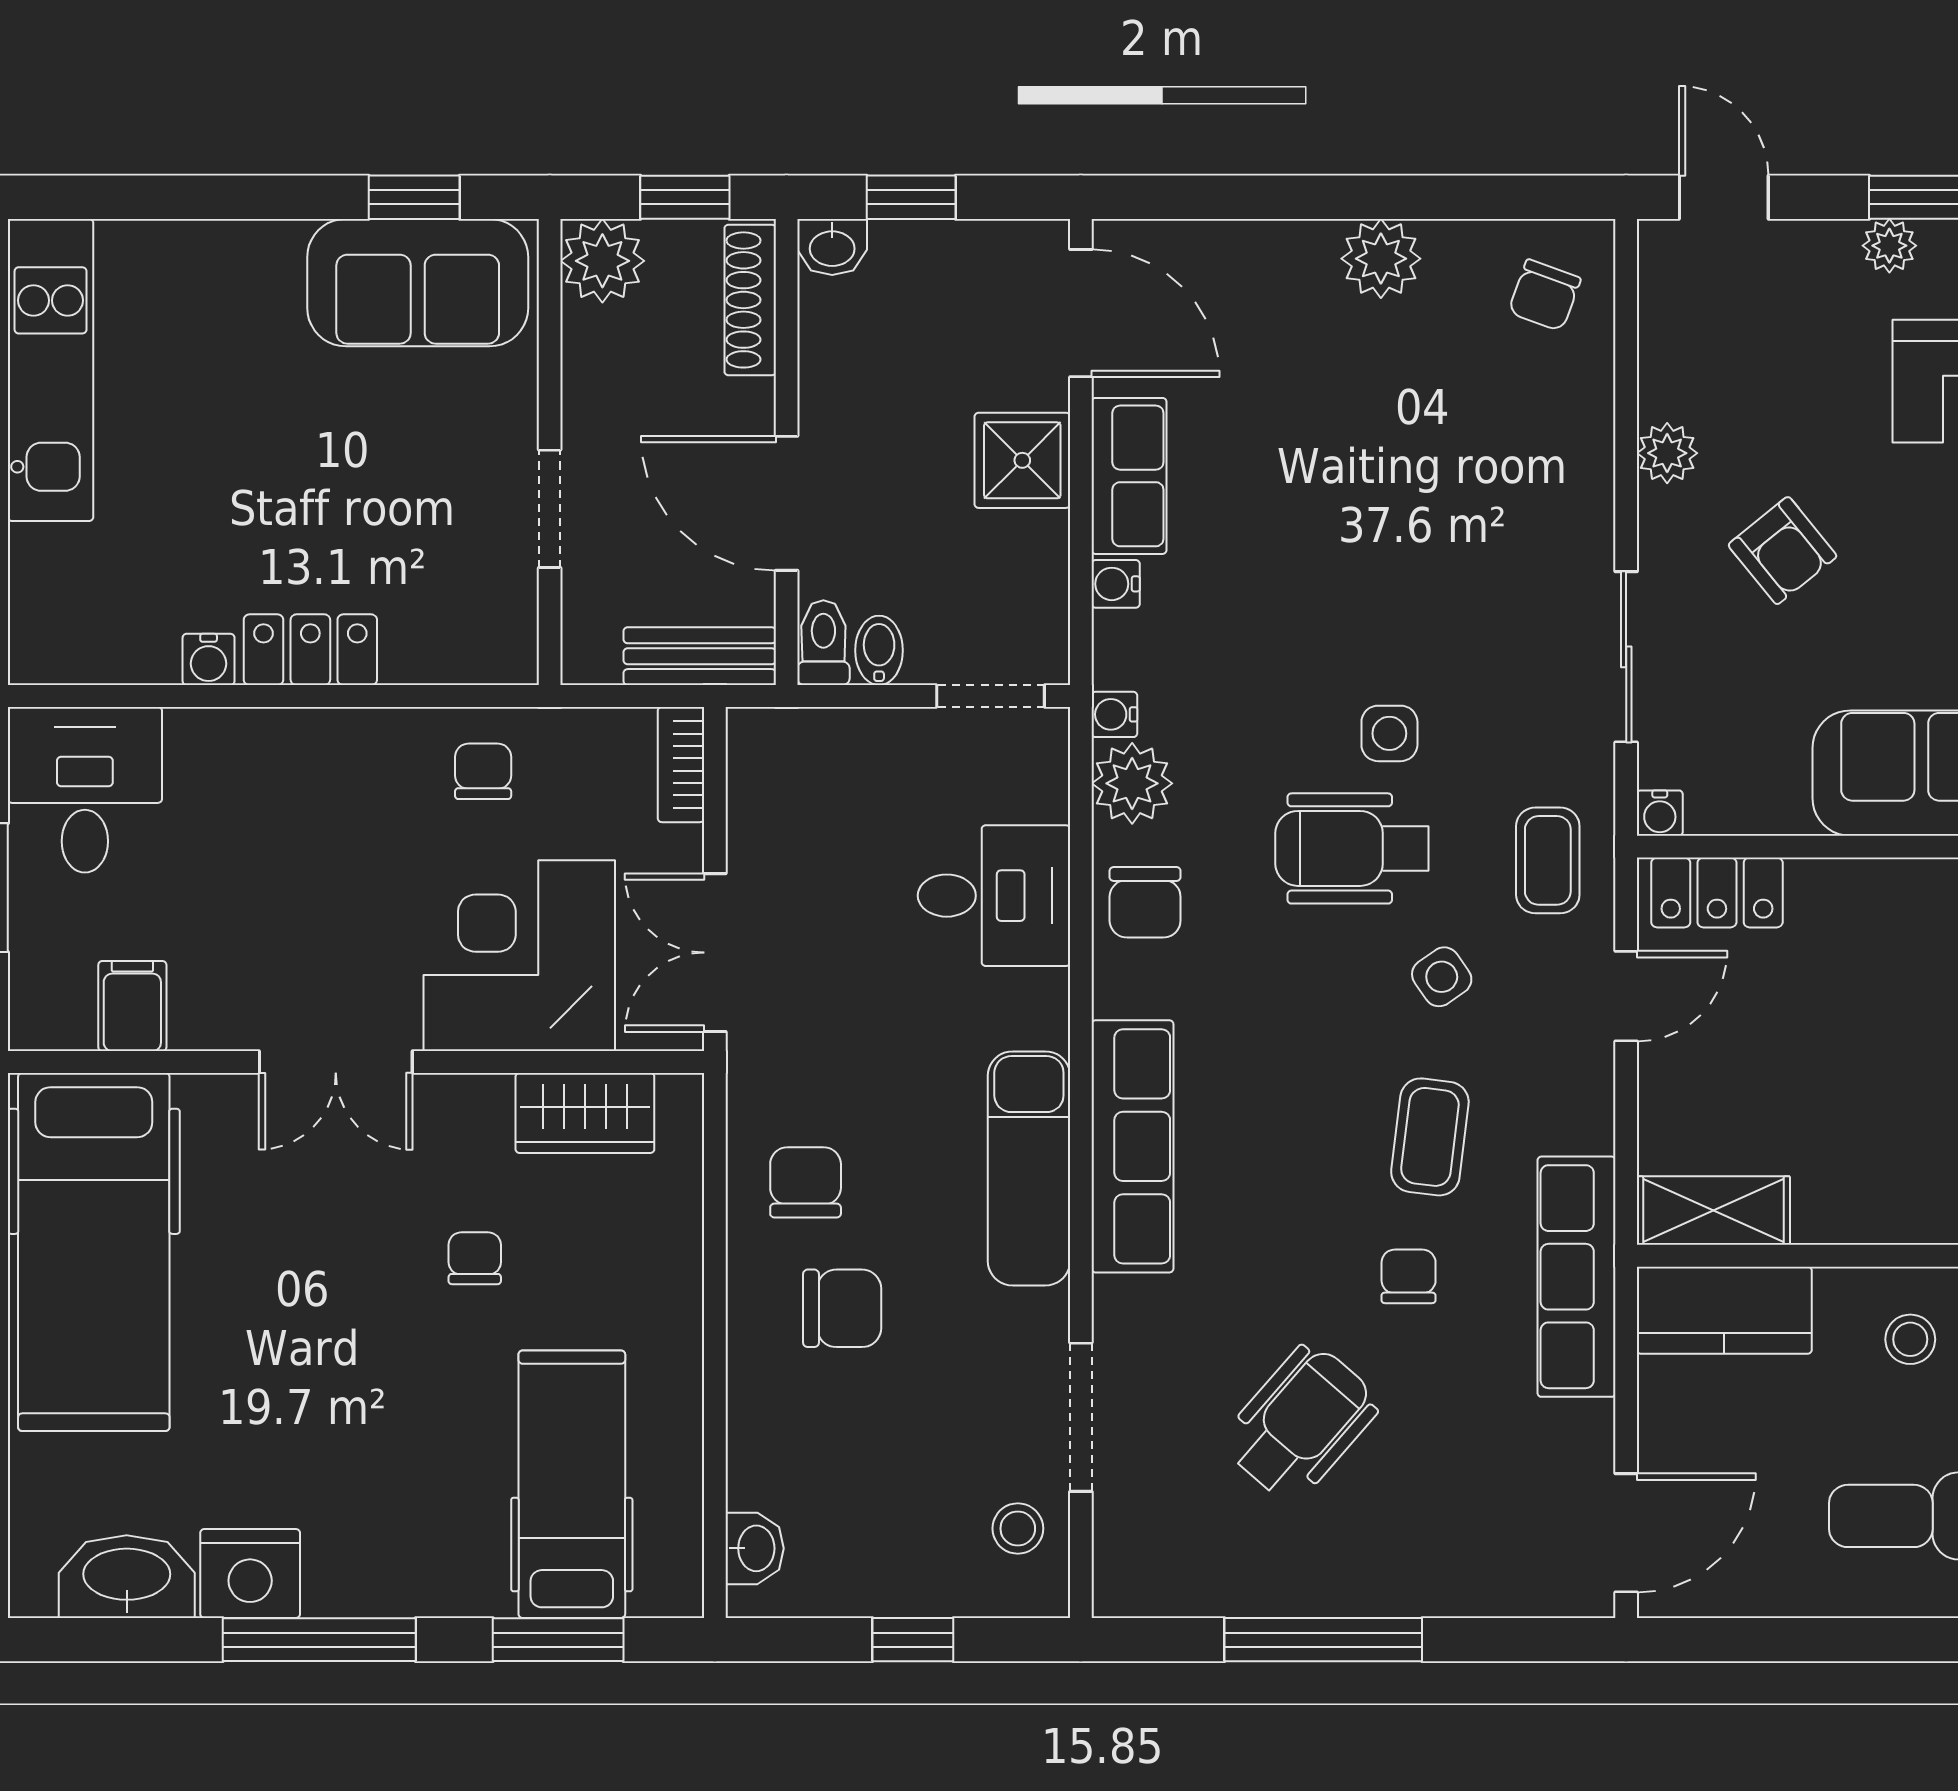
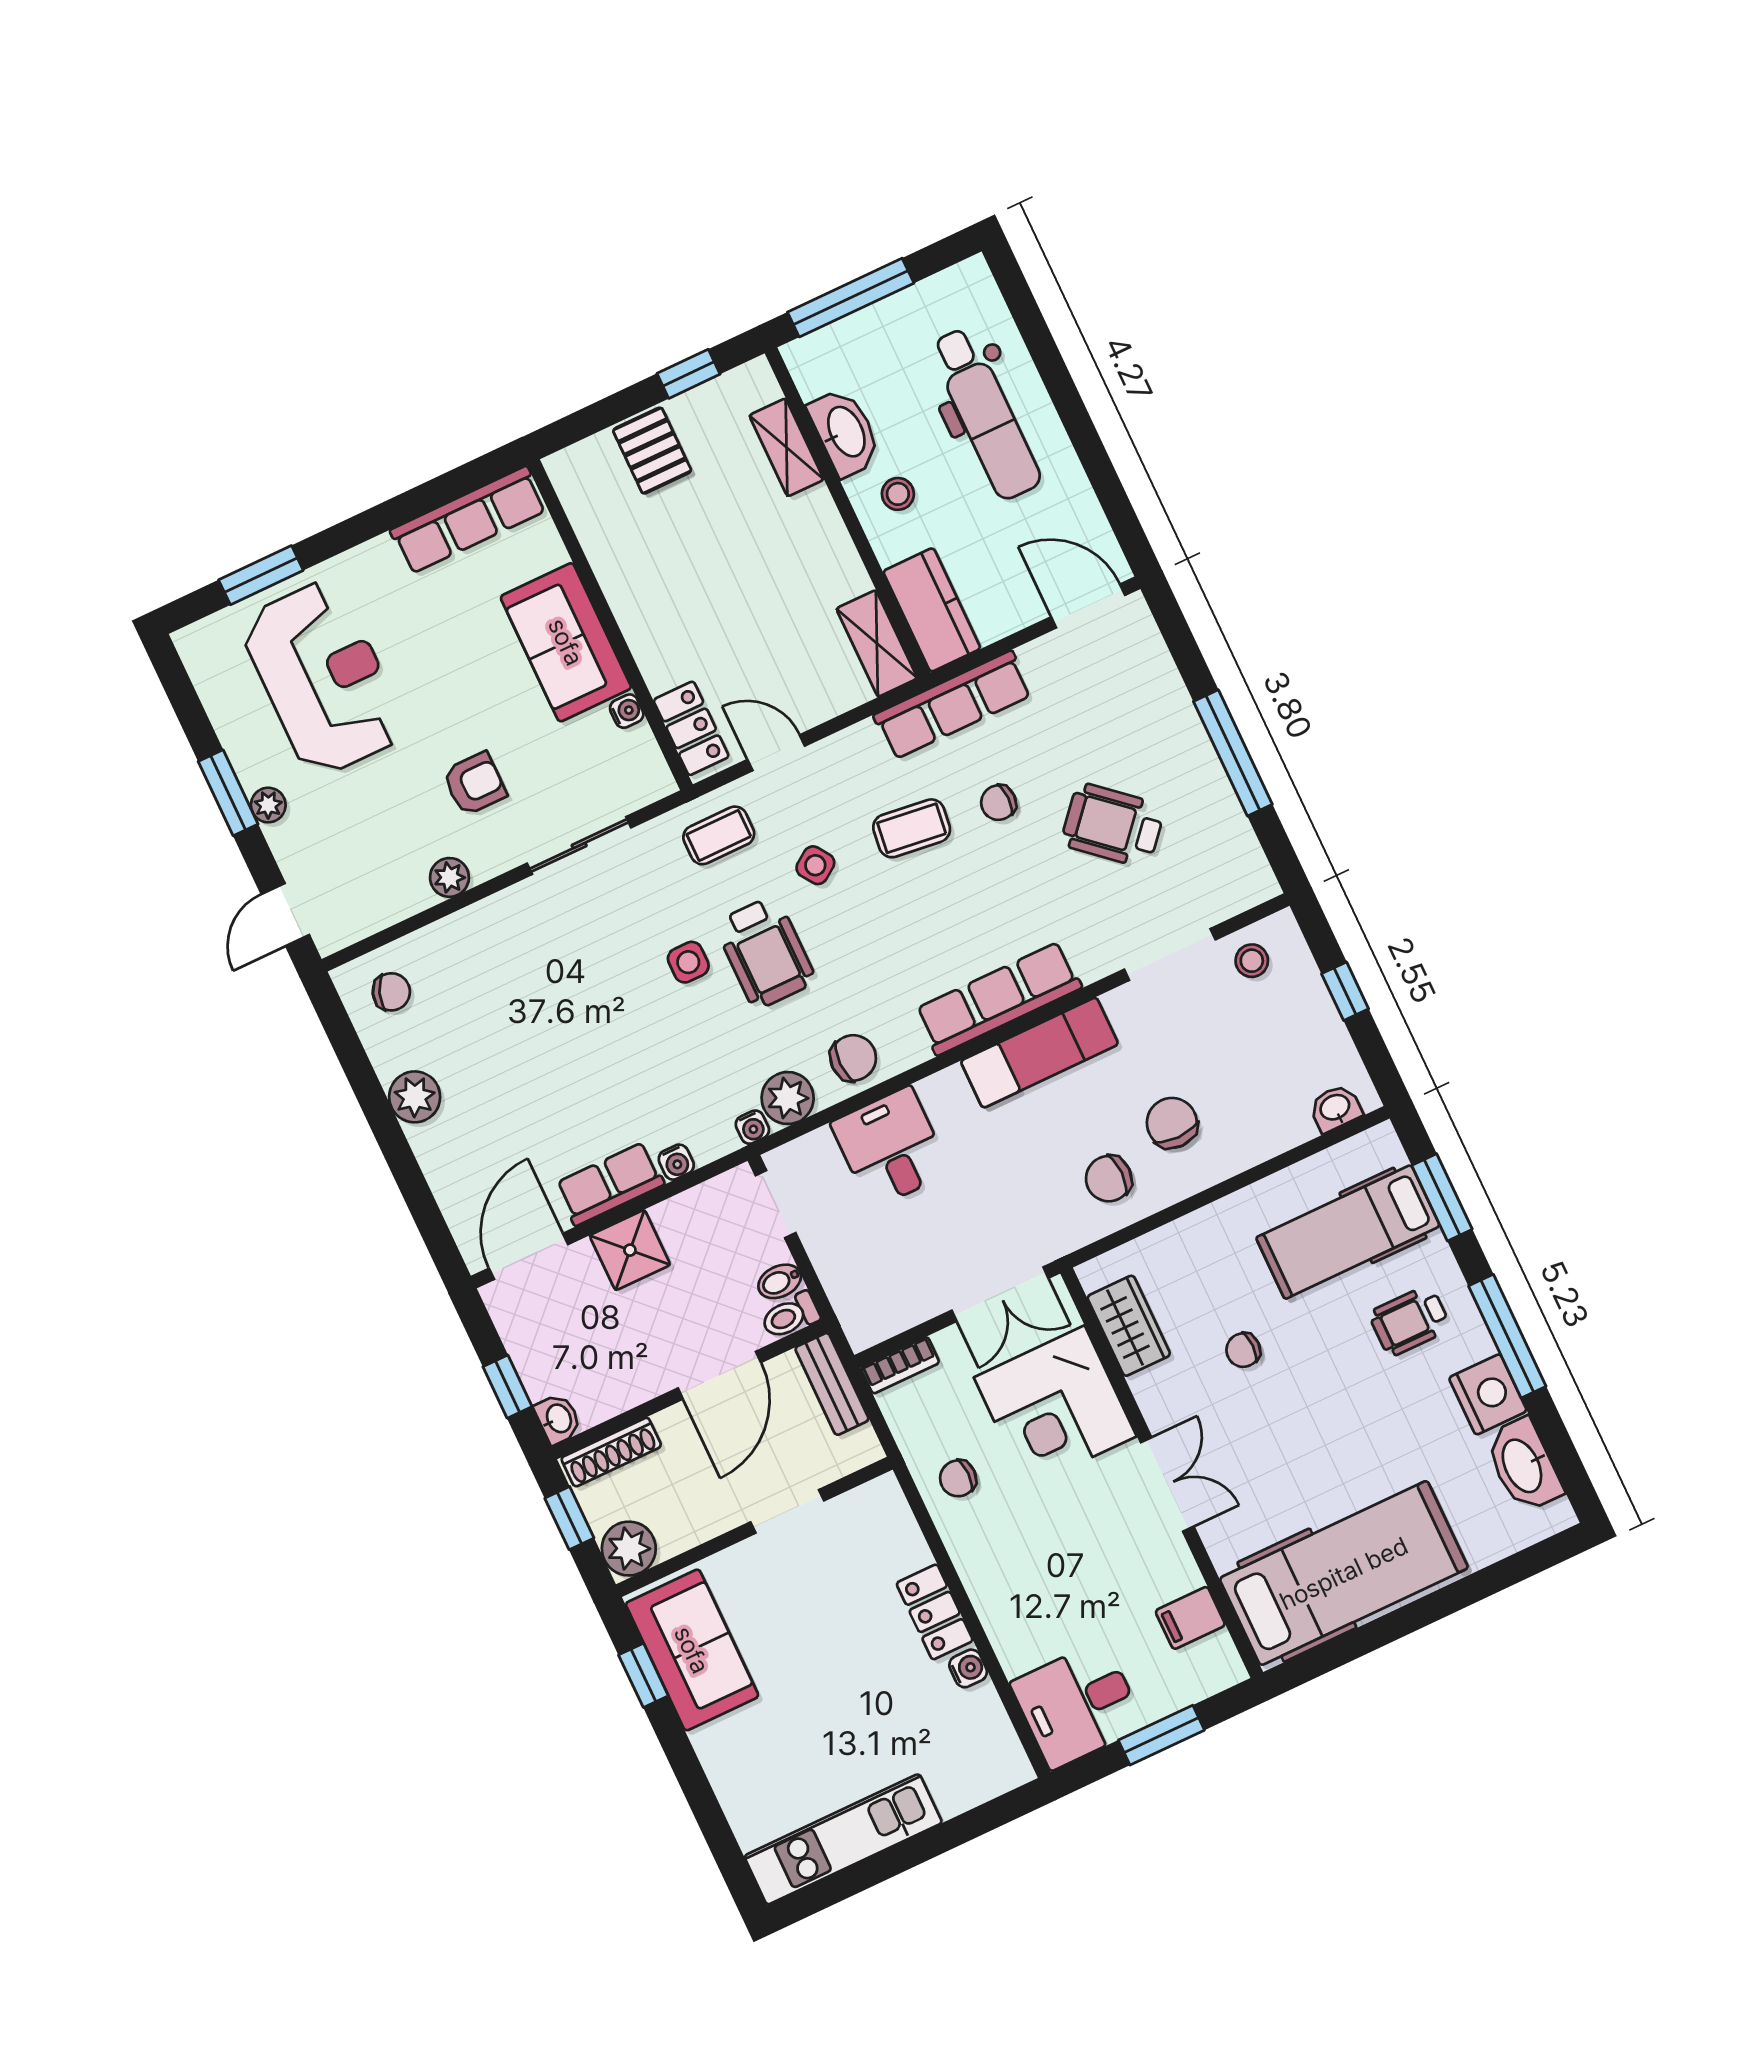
armchair: (1783, 551) -> (475, 784), turned 39
water cooler: (1660, 813) -> (627, 711), moved
wheelchair: (406, 1512) -> (1410, 1321), added

